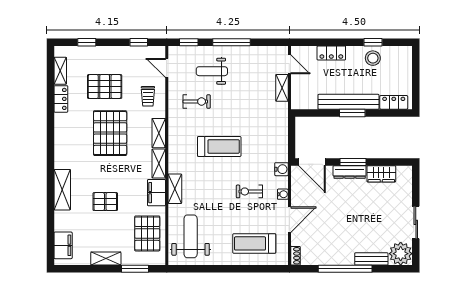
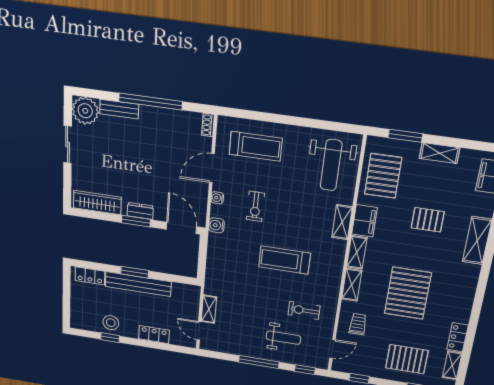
door: (167, 68) -> (332, 349), hinge flipped
pallet: (105, 87) -> (407, 359), moved
dresser: (350, 172) -> (140, 211), width x0.70
wardrobe: (381, 174) -> (97, 203), width x1.50
exercise bike: (249, 191) -> (255, 206), turned 90

